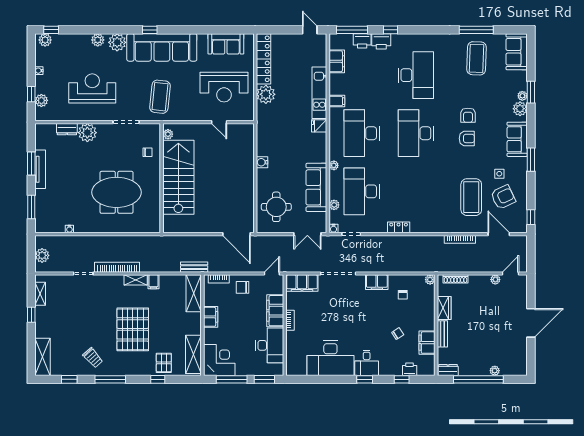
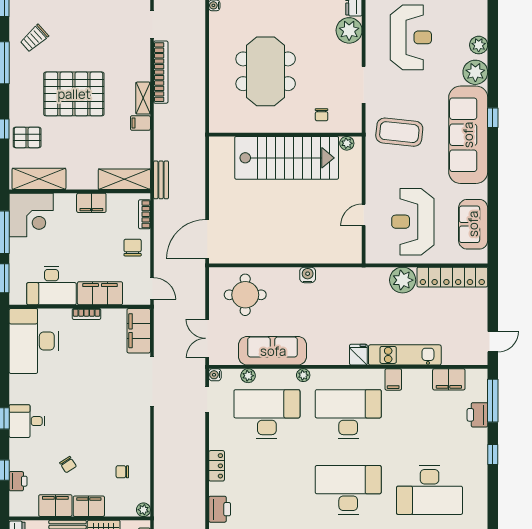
printer: (381, 41) -> (220, 509), moved, turned 180
filing cabinet: (377, 282) -> (89, 506), moved, turned 90
desk: (330, 358) -> (34, 341), moved

